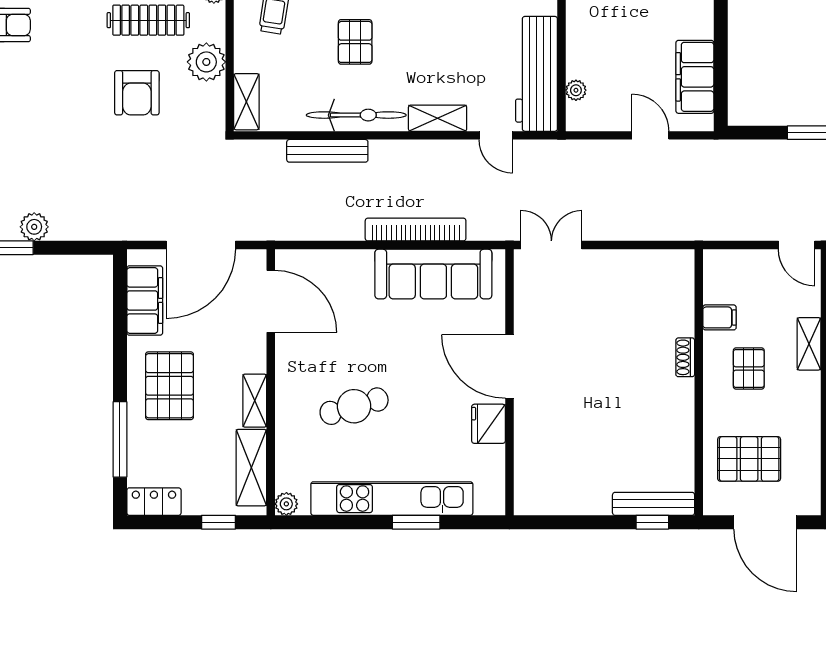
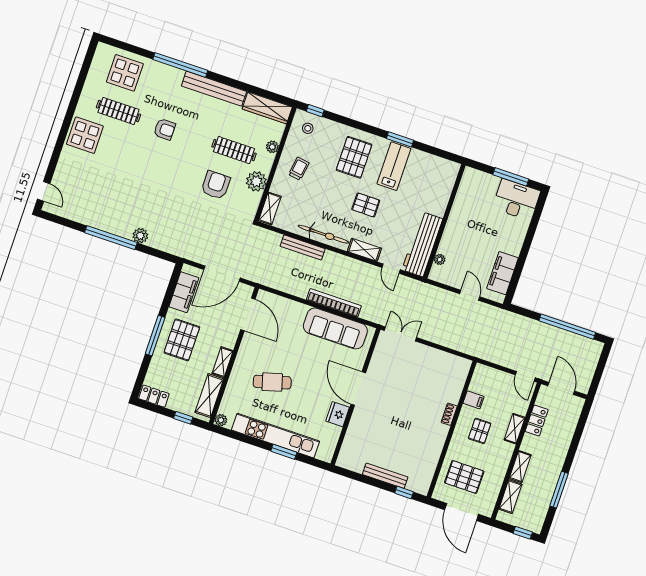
pallet: (355, 42) -> (366, 205), moved, turned 90
armchair: (137, 93) -> (216, 185), turned 180
window: (120, 439) -> (155, 336), moved
bench: (654, 504) -> (385, 476), moved

